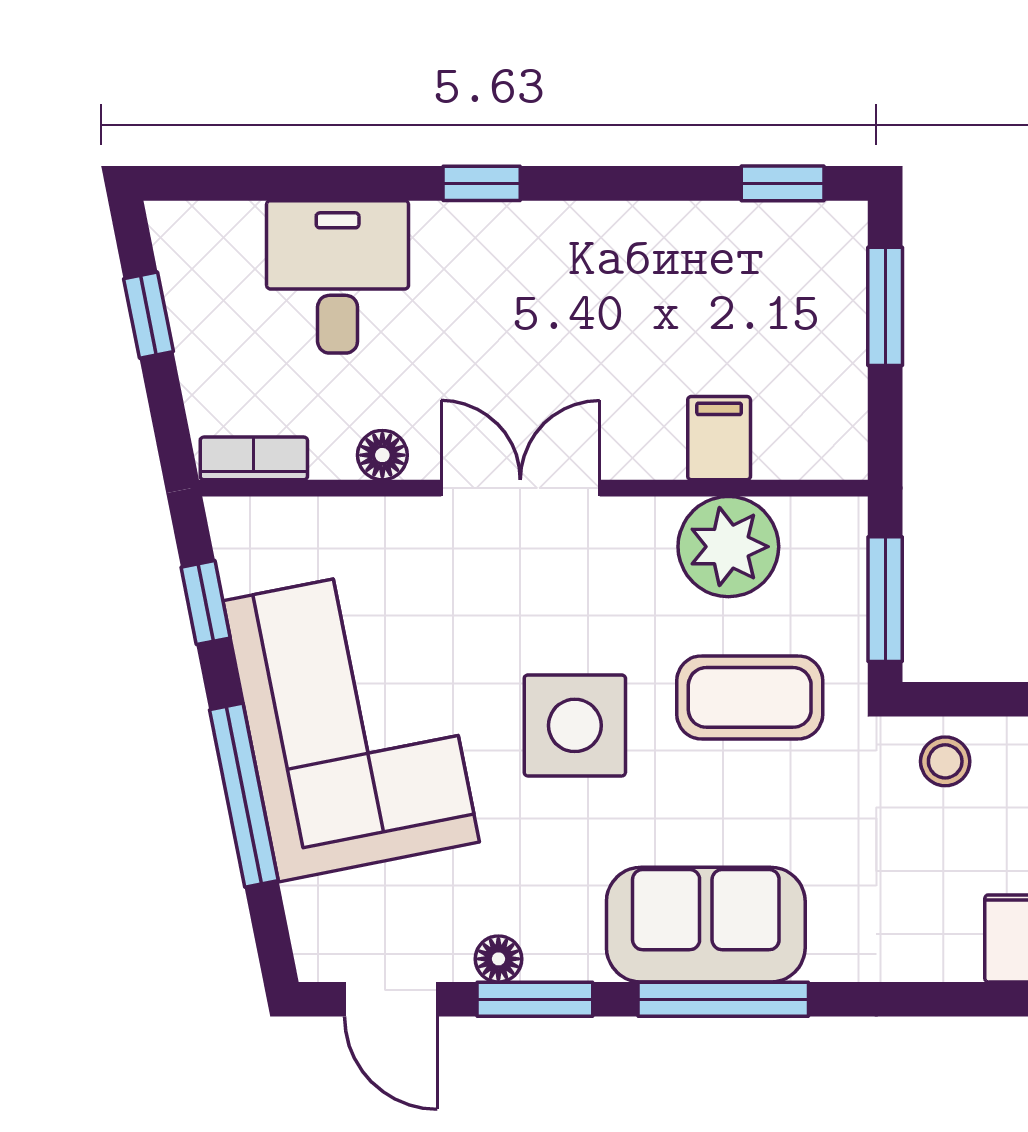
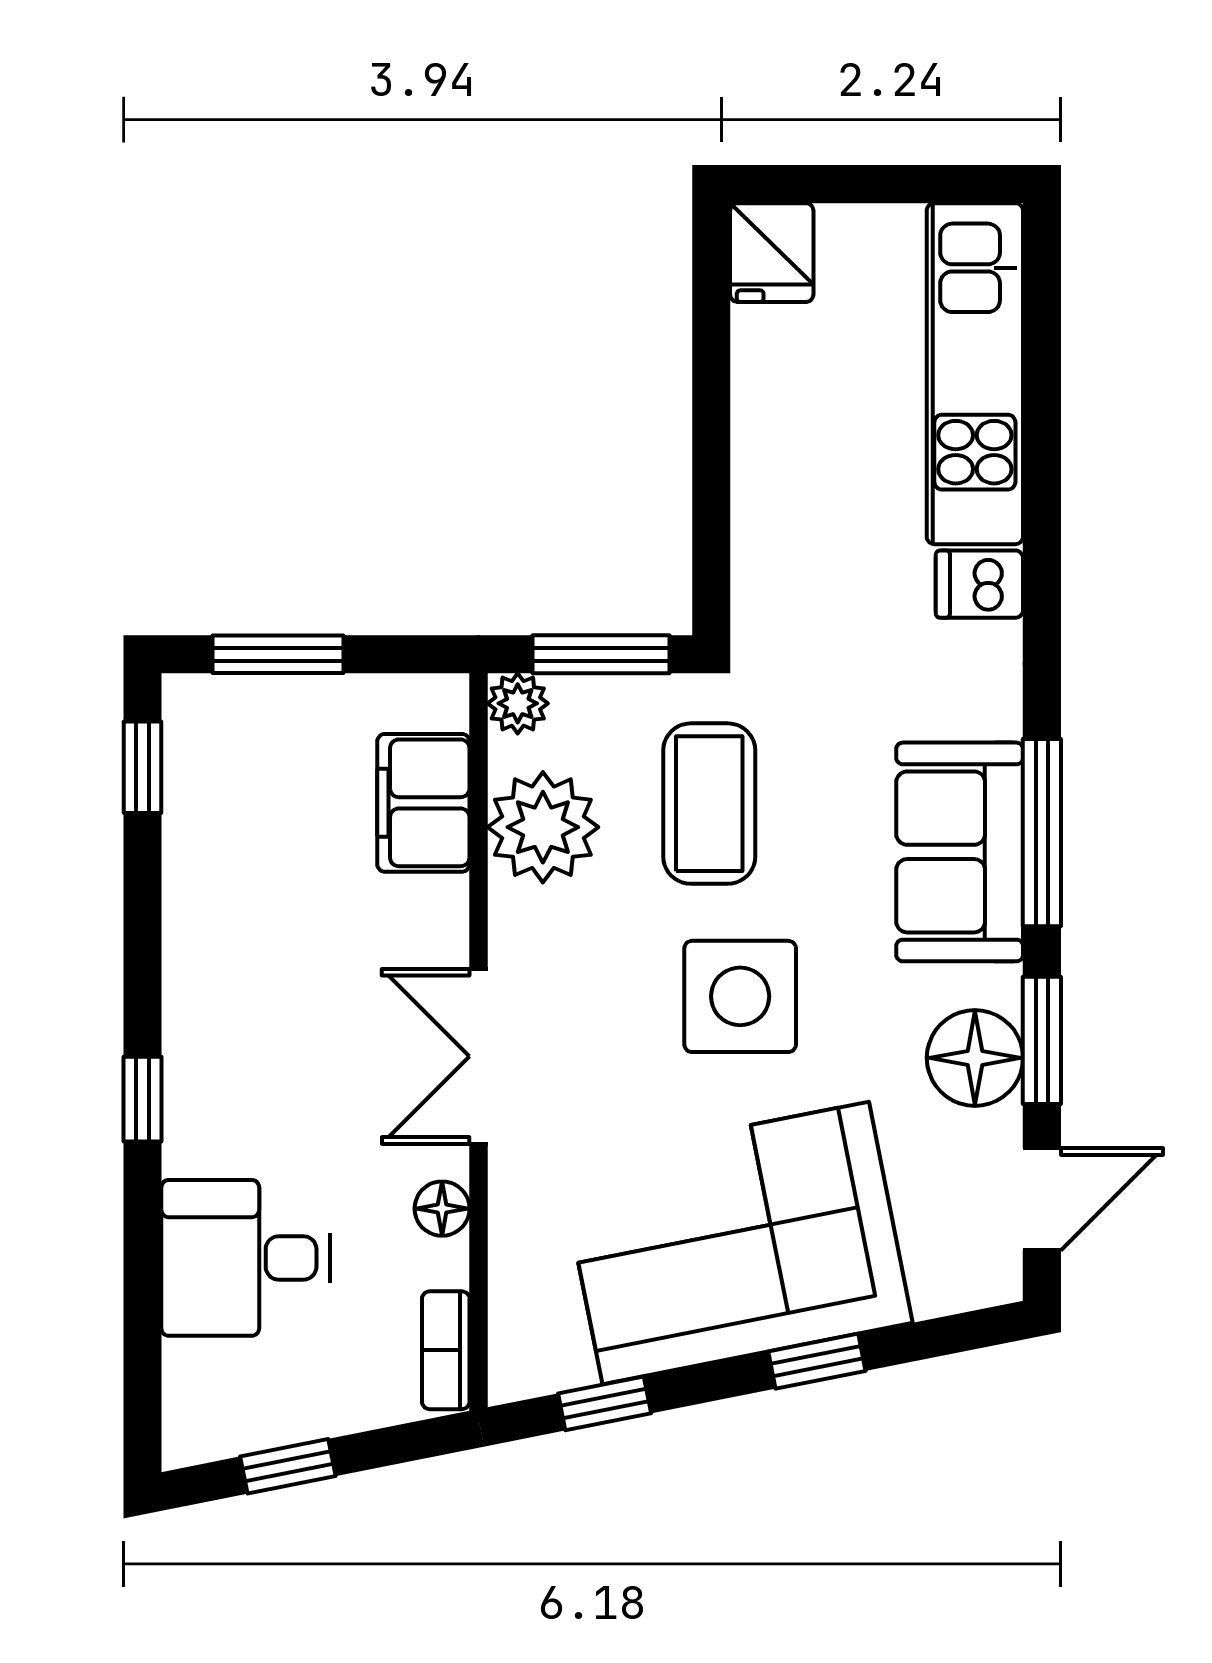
filing cabinet: (719, 438) -> (423, 803), width x2.00
plant: (841, 524) -> (518, 703), added
stool: (945, 761) -> (780, 588), removed
window: (244, 795) -> (817, 1361), width x0.46
dishwasher: (949, 943) -> (979, 584), added
floor lamp: (498, 959) -> (975, 1058), width x1.89, depth x1.89

